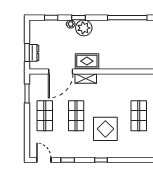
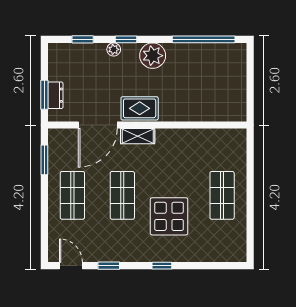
plant: (84, 28) -> (153, 56), moved

